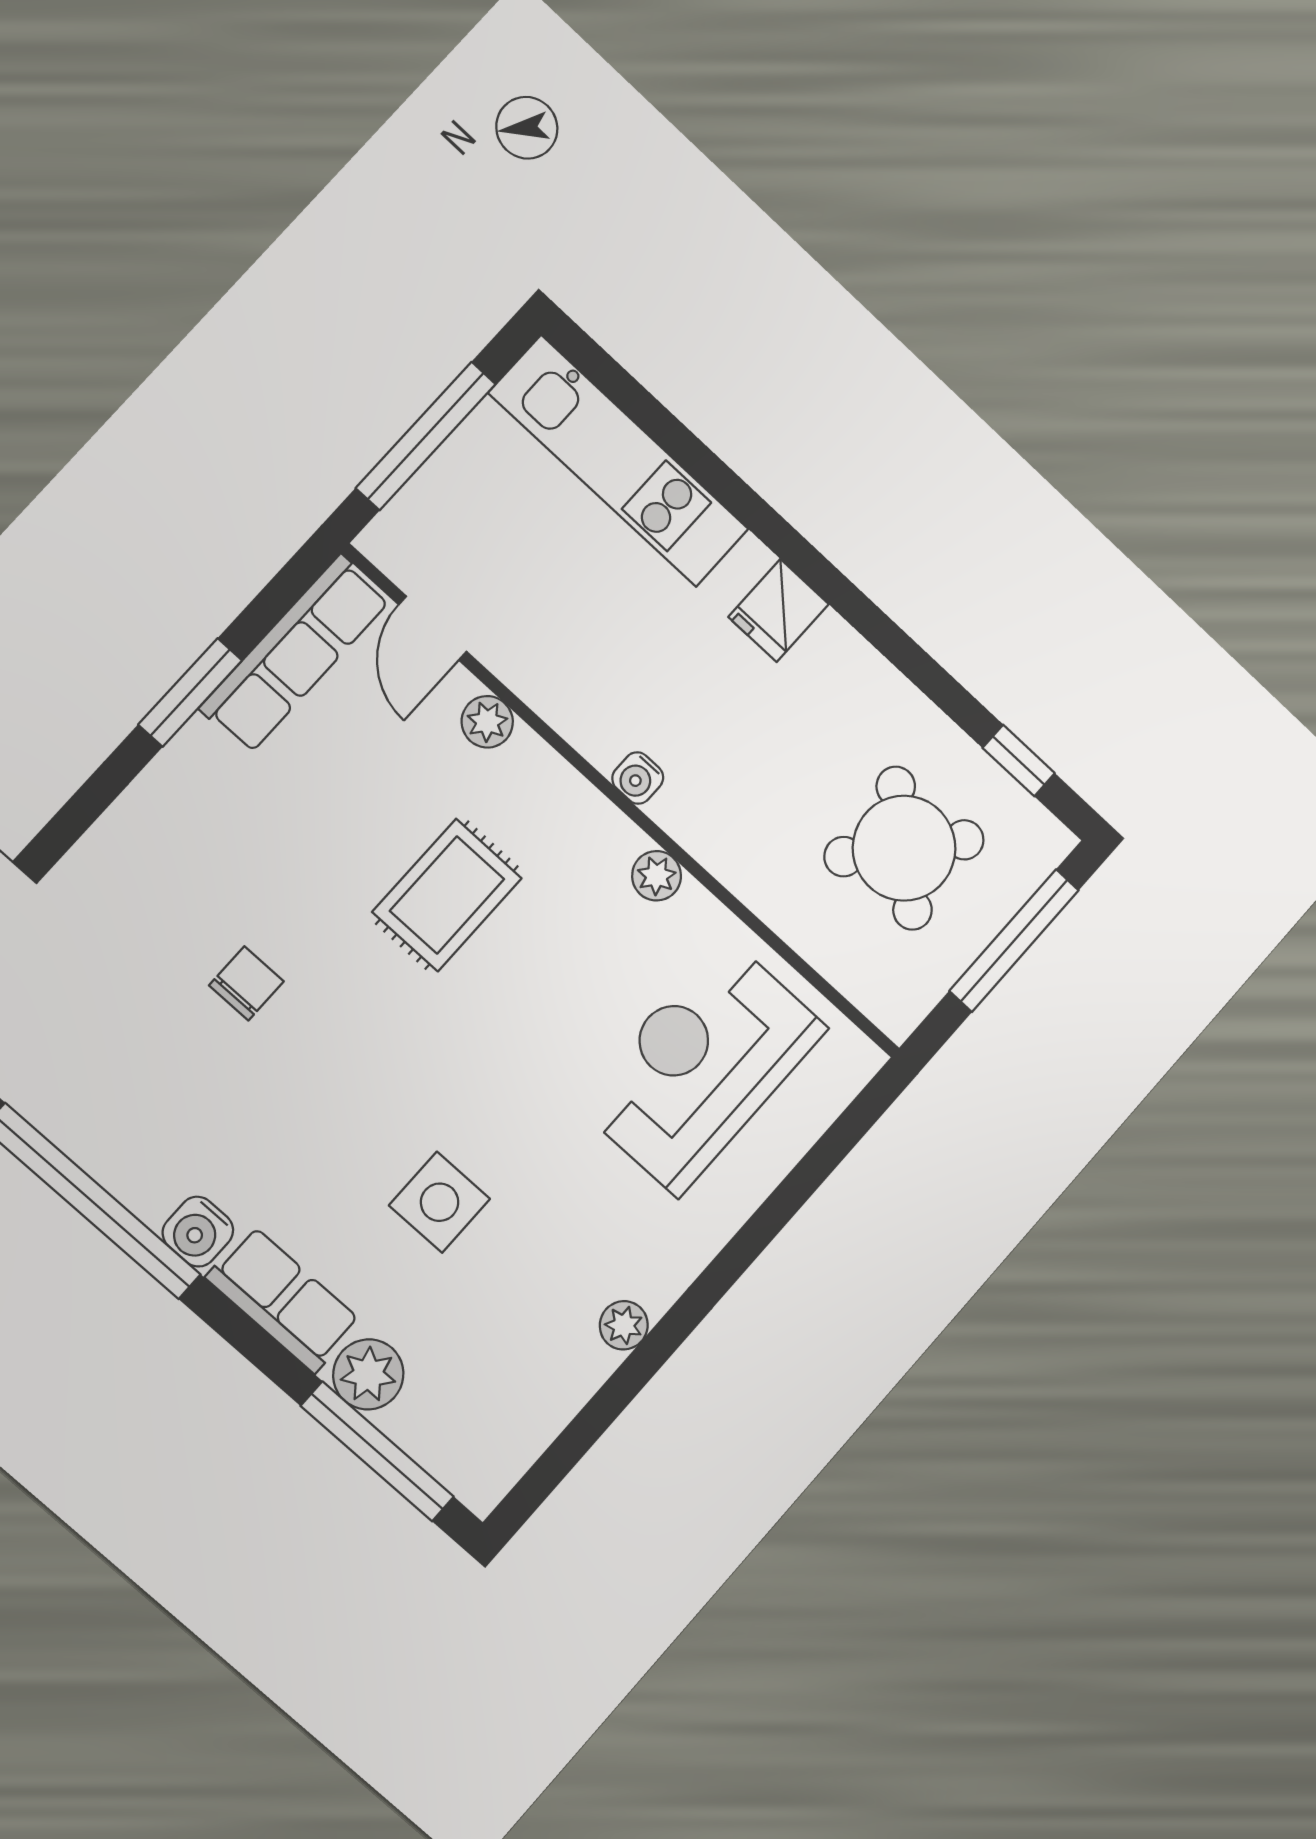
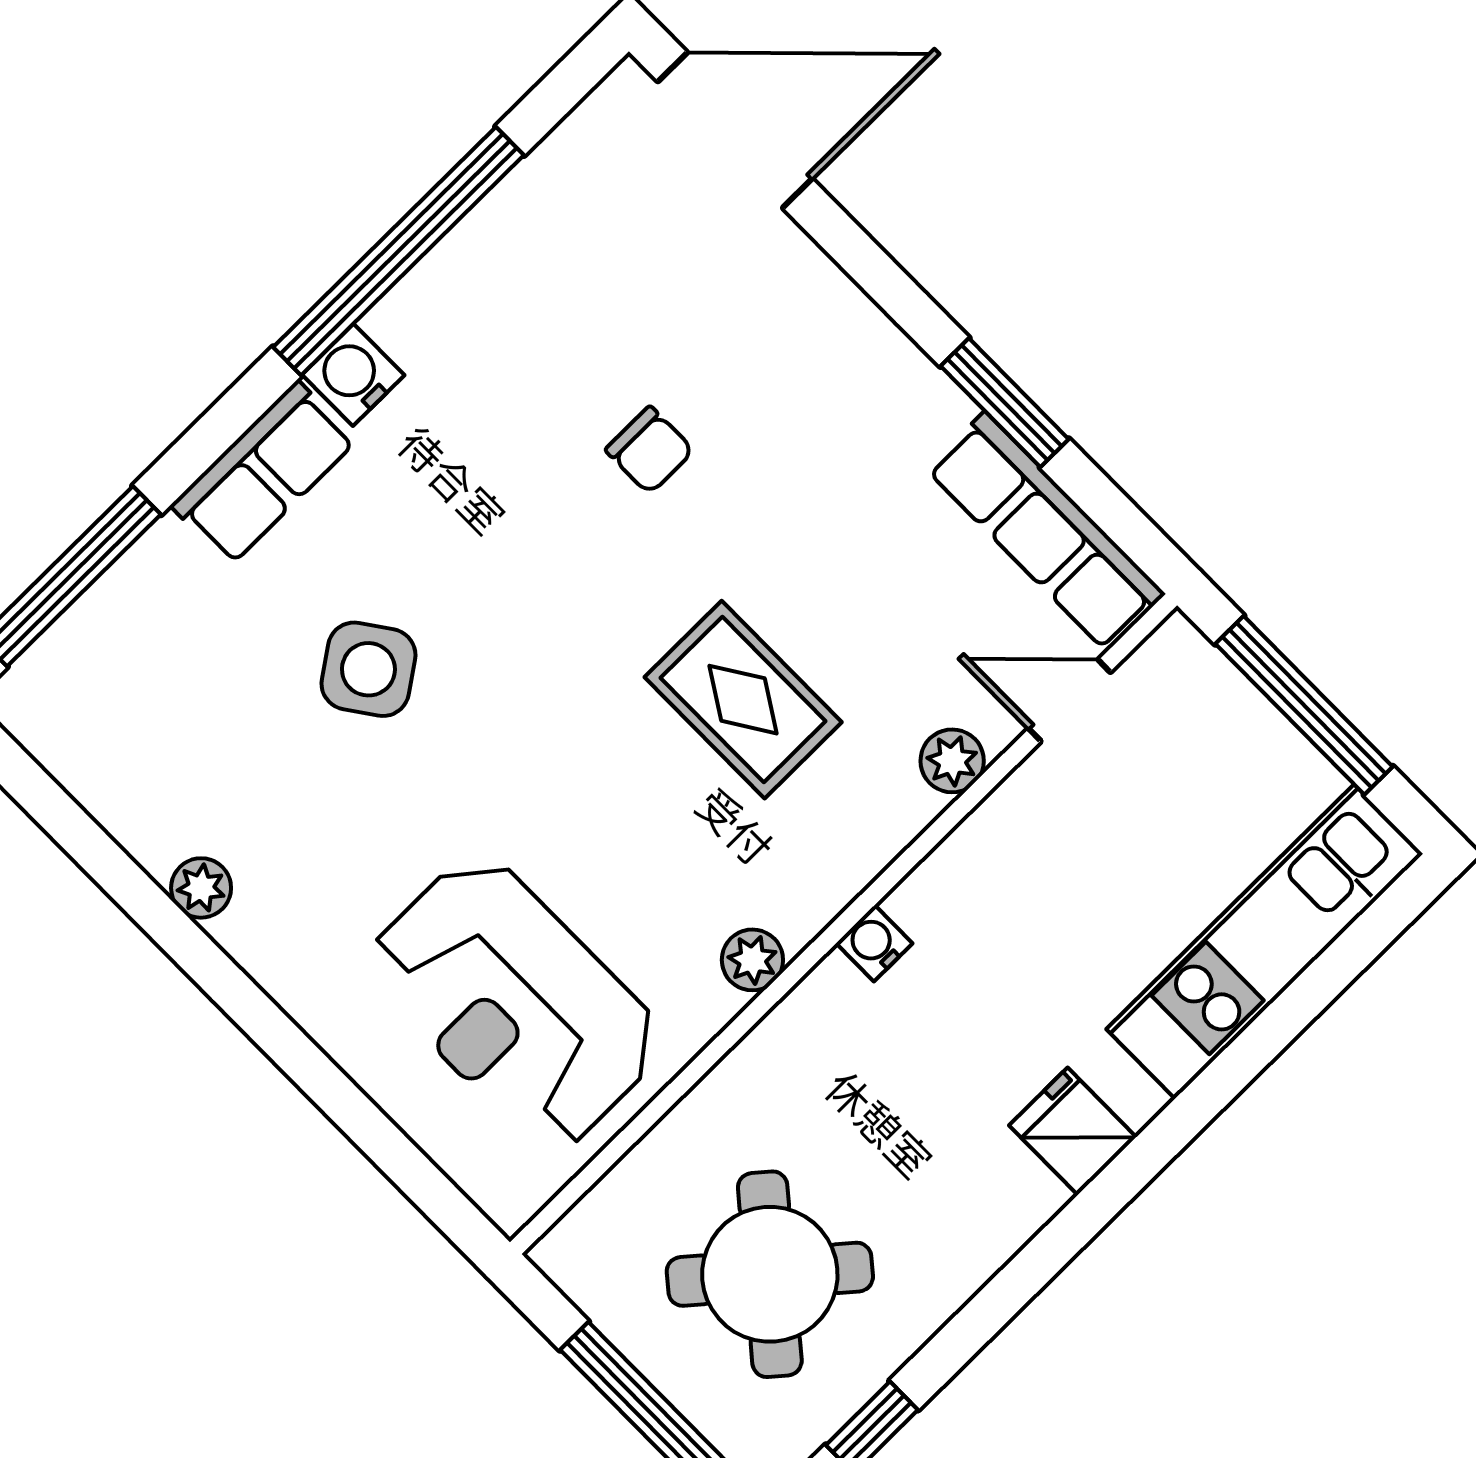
reception desk: (701, 1066) -> (515, 1003), turned 180
side table: (440, 1202) -> (368, 669), turned -35
plant: (368, 1374) -> (165, 571), removed

